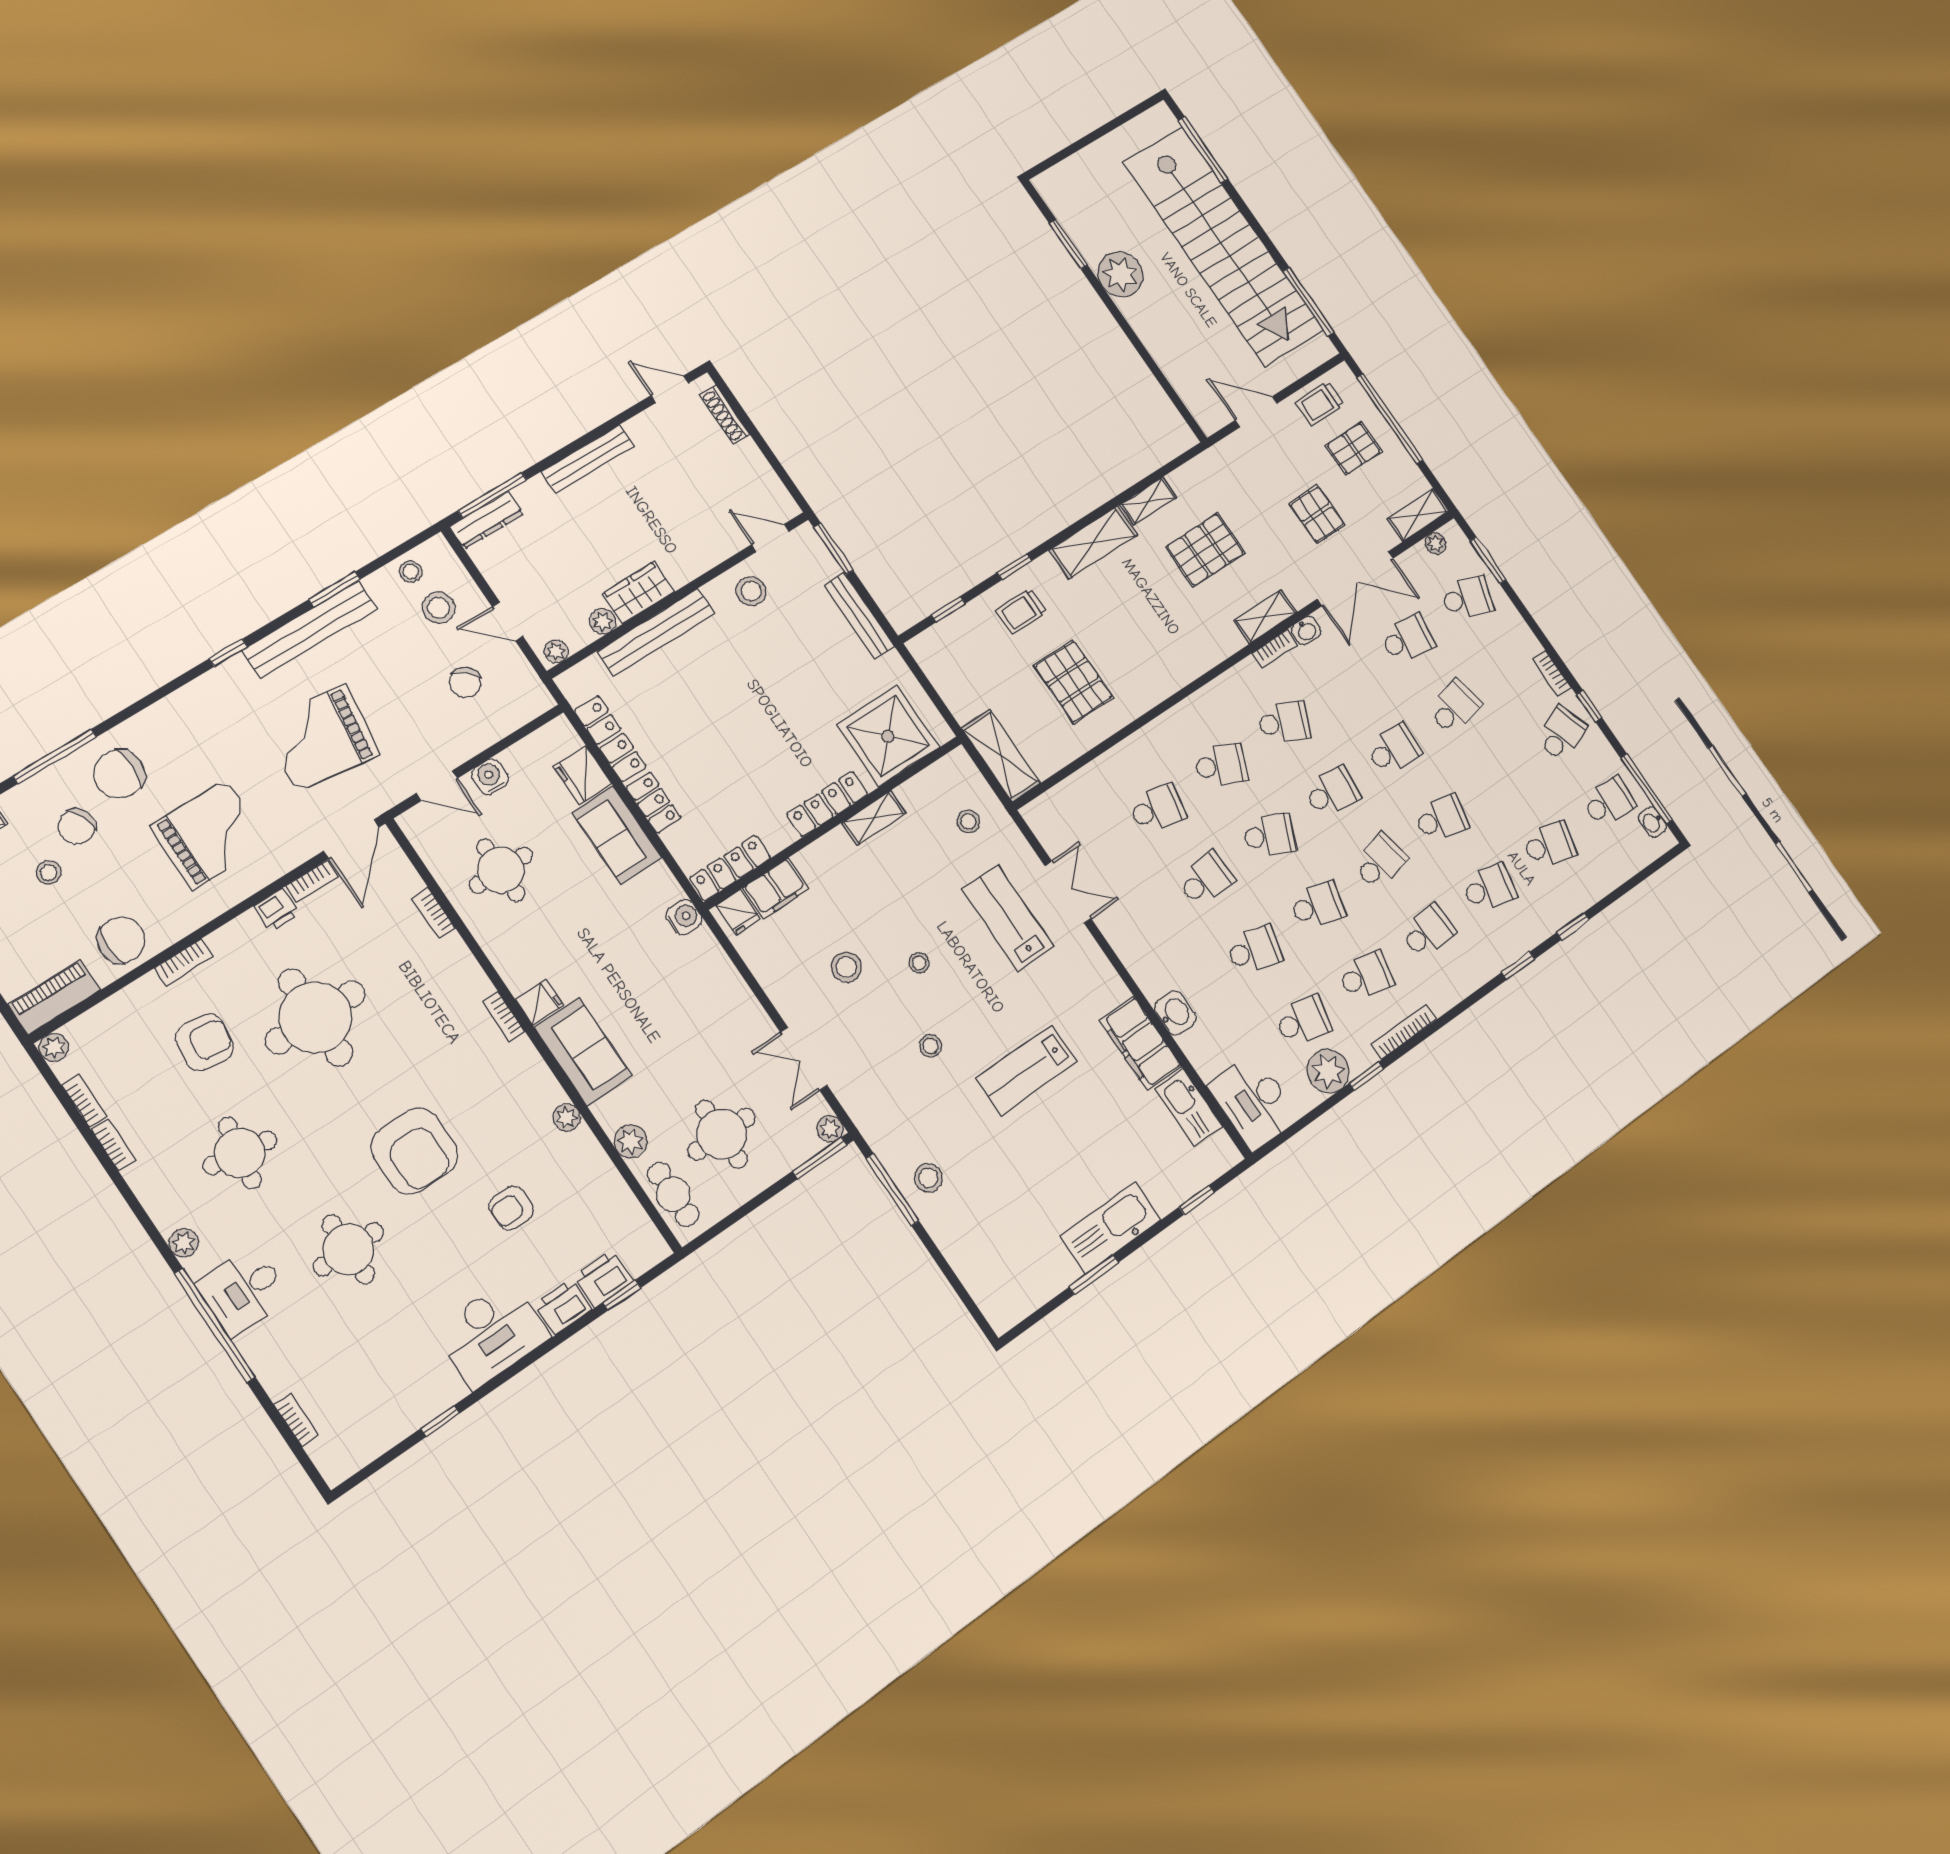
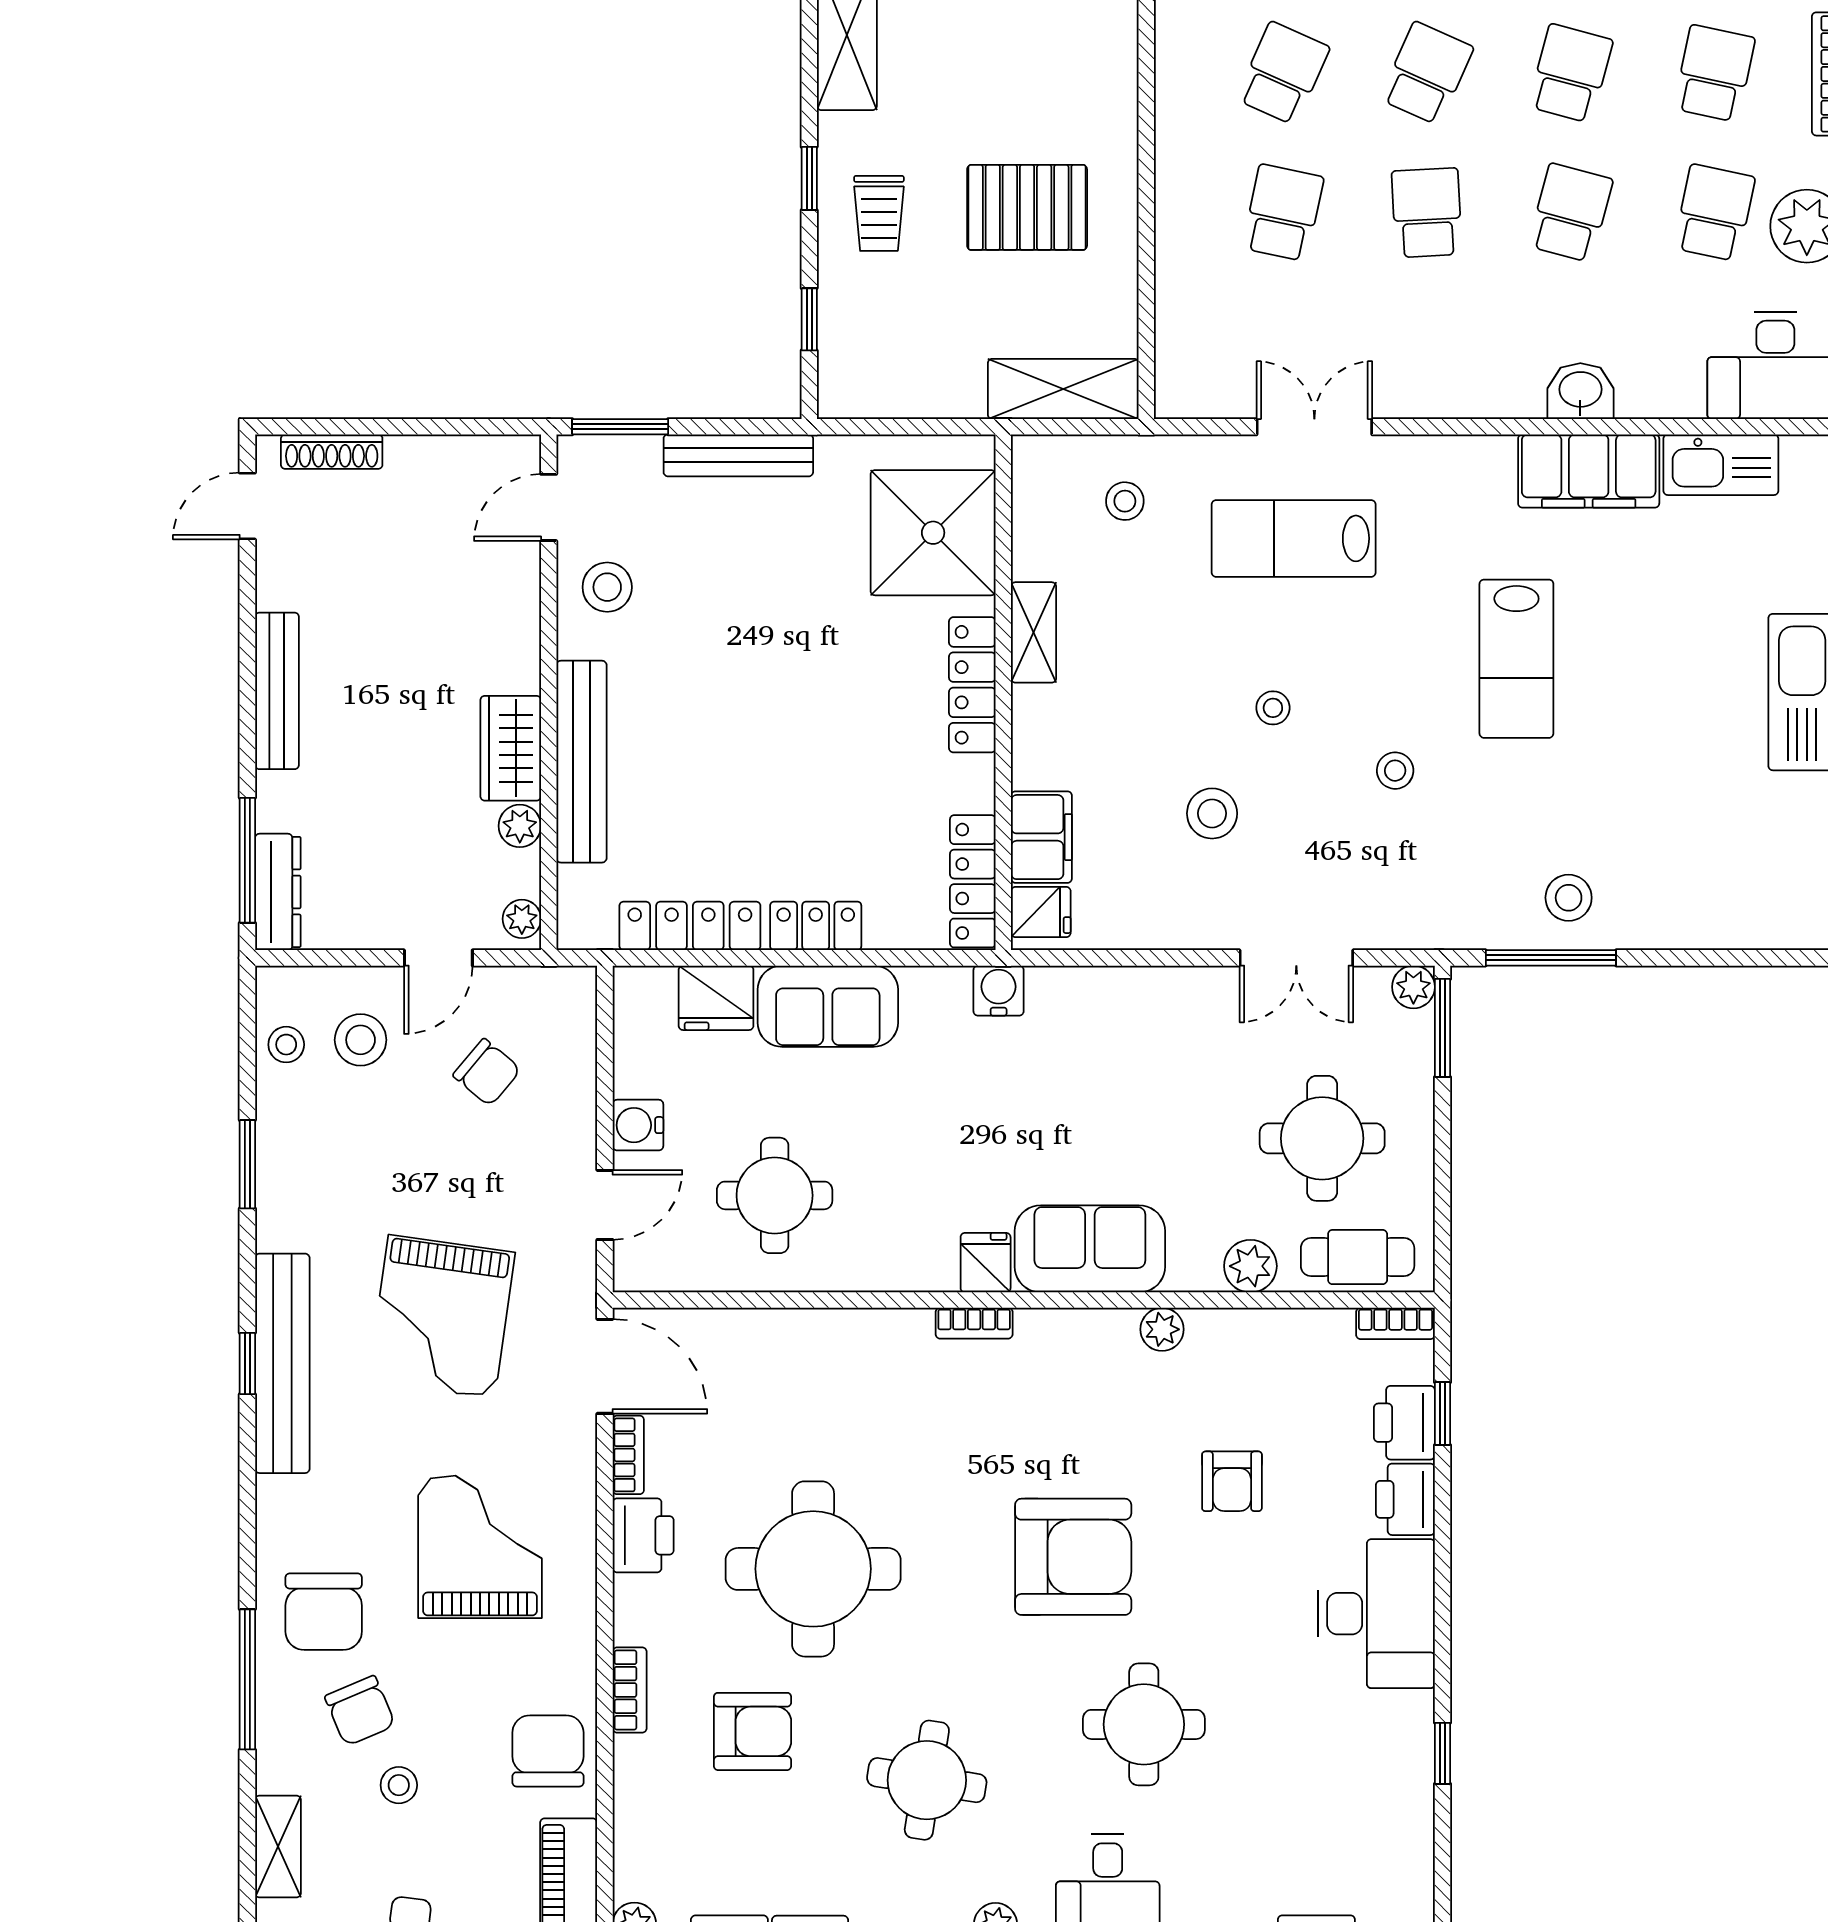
bench: (310, 629) -> (282, 1363), moved
printer: (277, 910) -> (643, 1535), width x1.36, depth x1.24
bookcase: (434, 913) -> (1395, 1323), moved
armchair: (205, 1042) -> (753, 1731), turned 82

